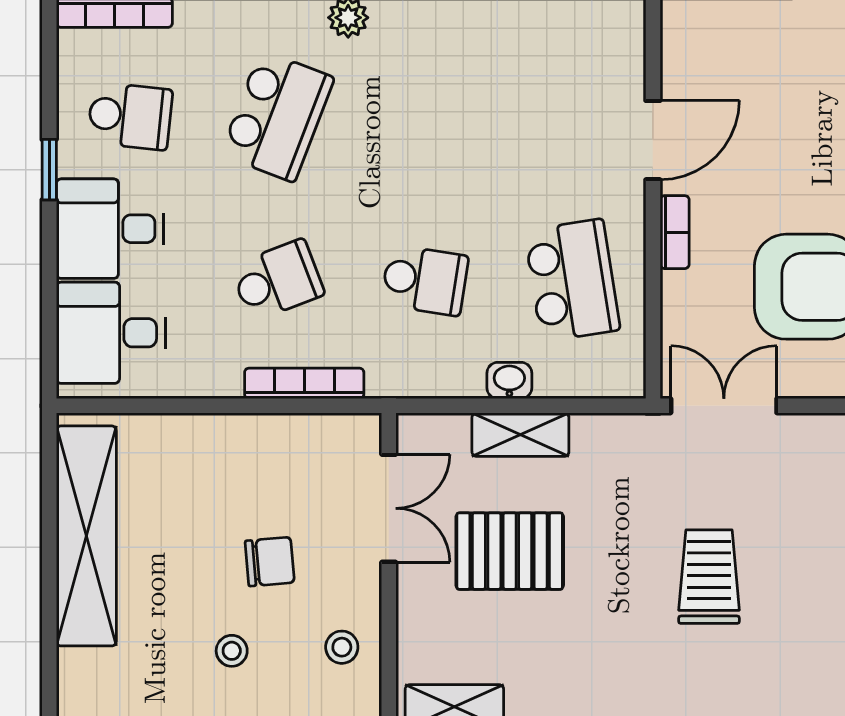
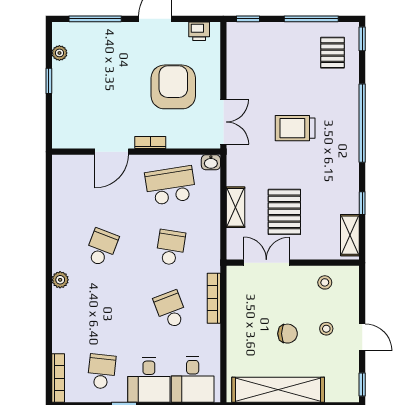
school desk: (277, 116) -> (102, 248), moved, width x0.54
door: (653, 140) -> (112, 152), swing flipped
washbasin: (509, 381) -> (211, 162), moved, turned -90
double door: (724, 406) -> (223, 122), swing flipped
chair: (270, 562) -> (288, 334), moved, turned 95

